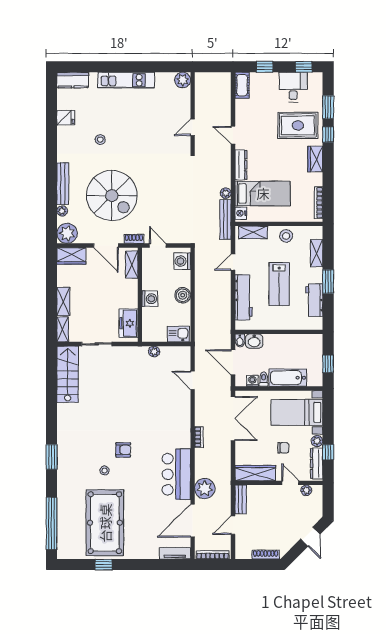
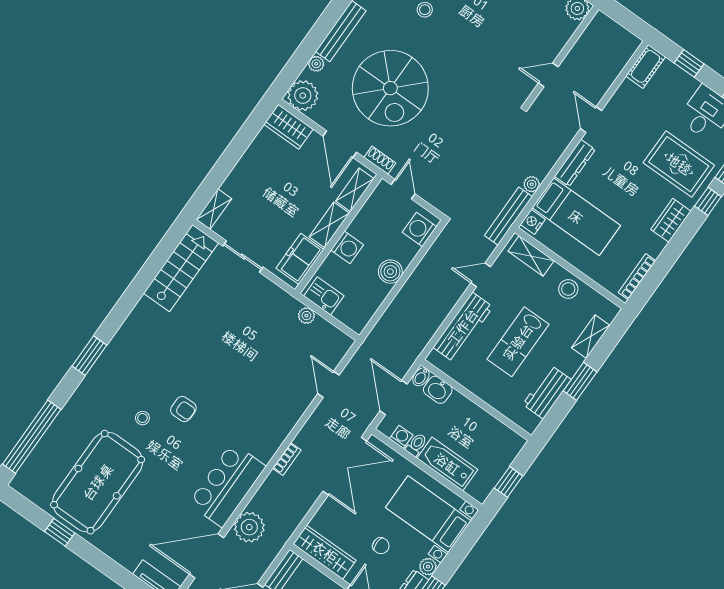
shelving: (63, 301) -> (329, 225), moved
kitchen sink: (178, 334) -> (324, 296), moved

